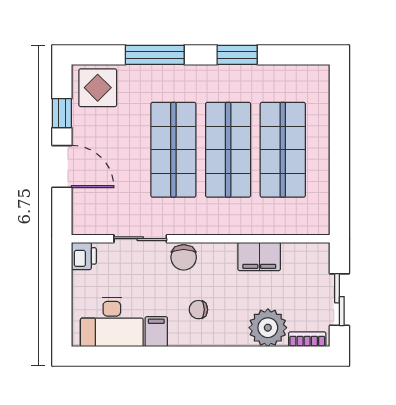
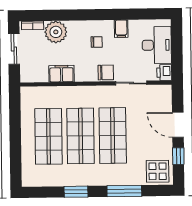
chair: (184, 257) -> (106, 72), turned 90
desk: (112, 322) -> (157, 45), moved, turned 90

